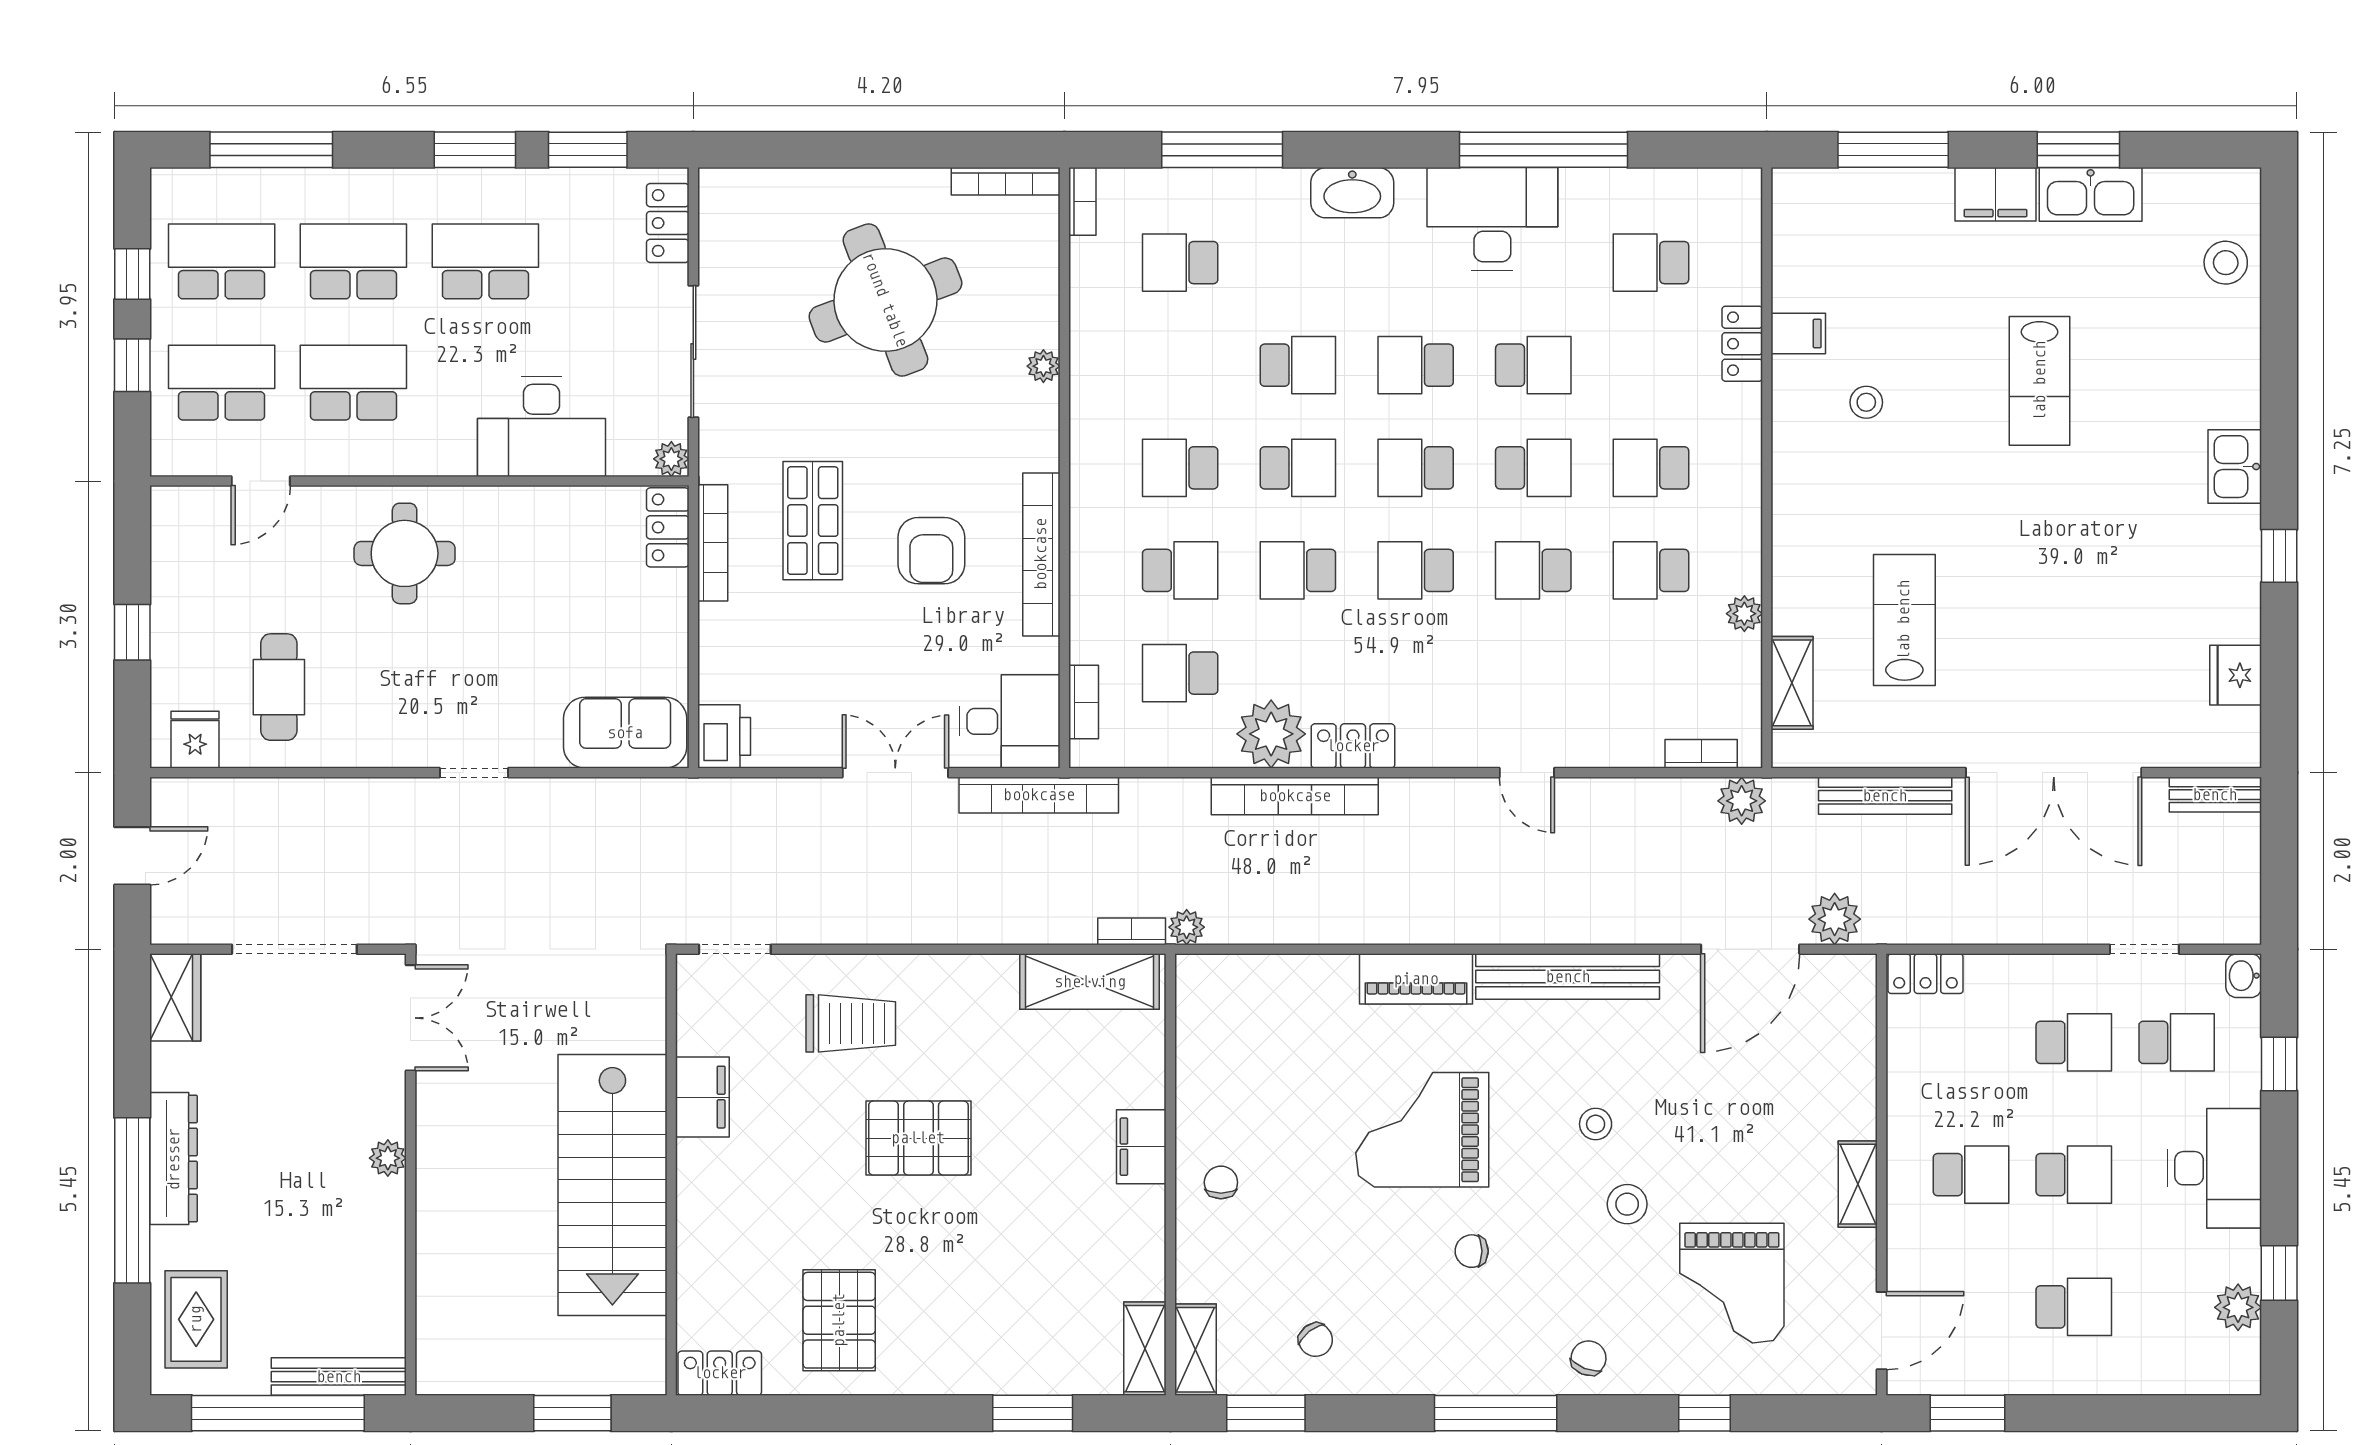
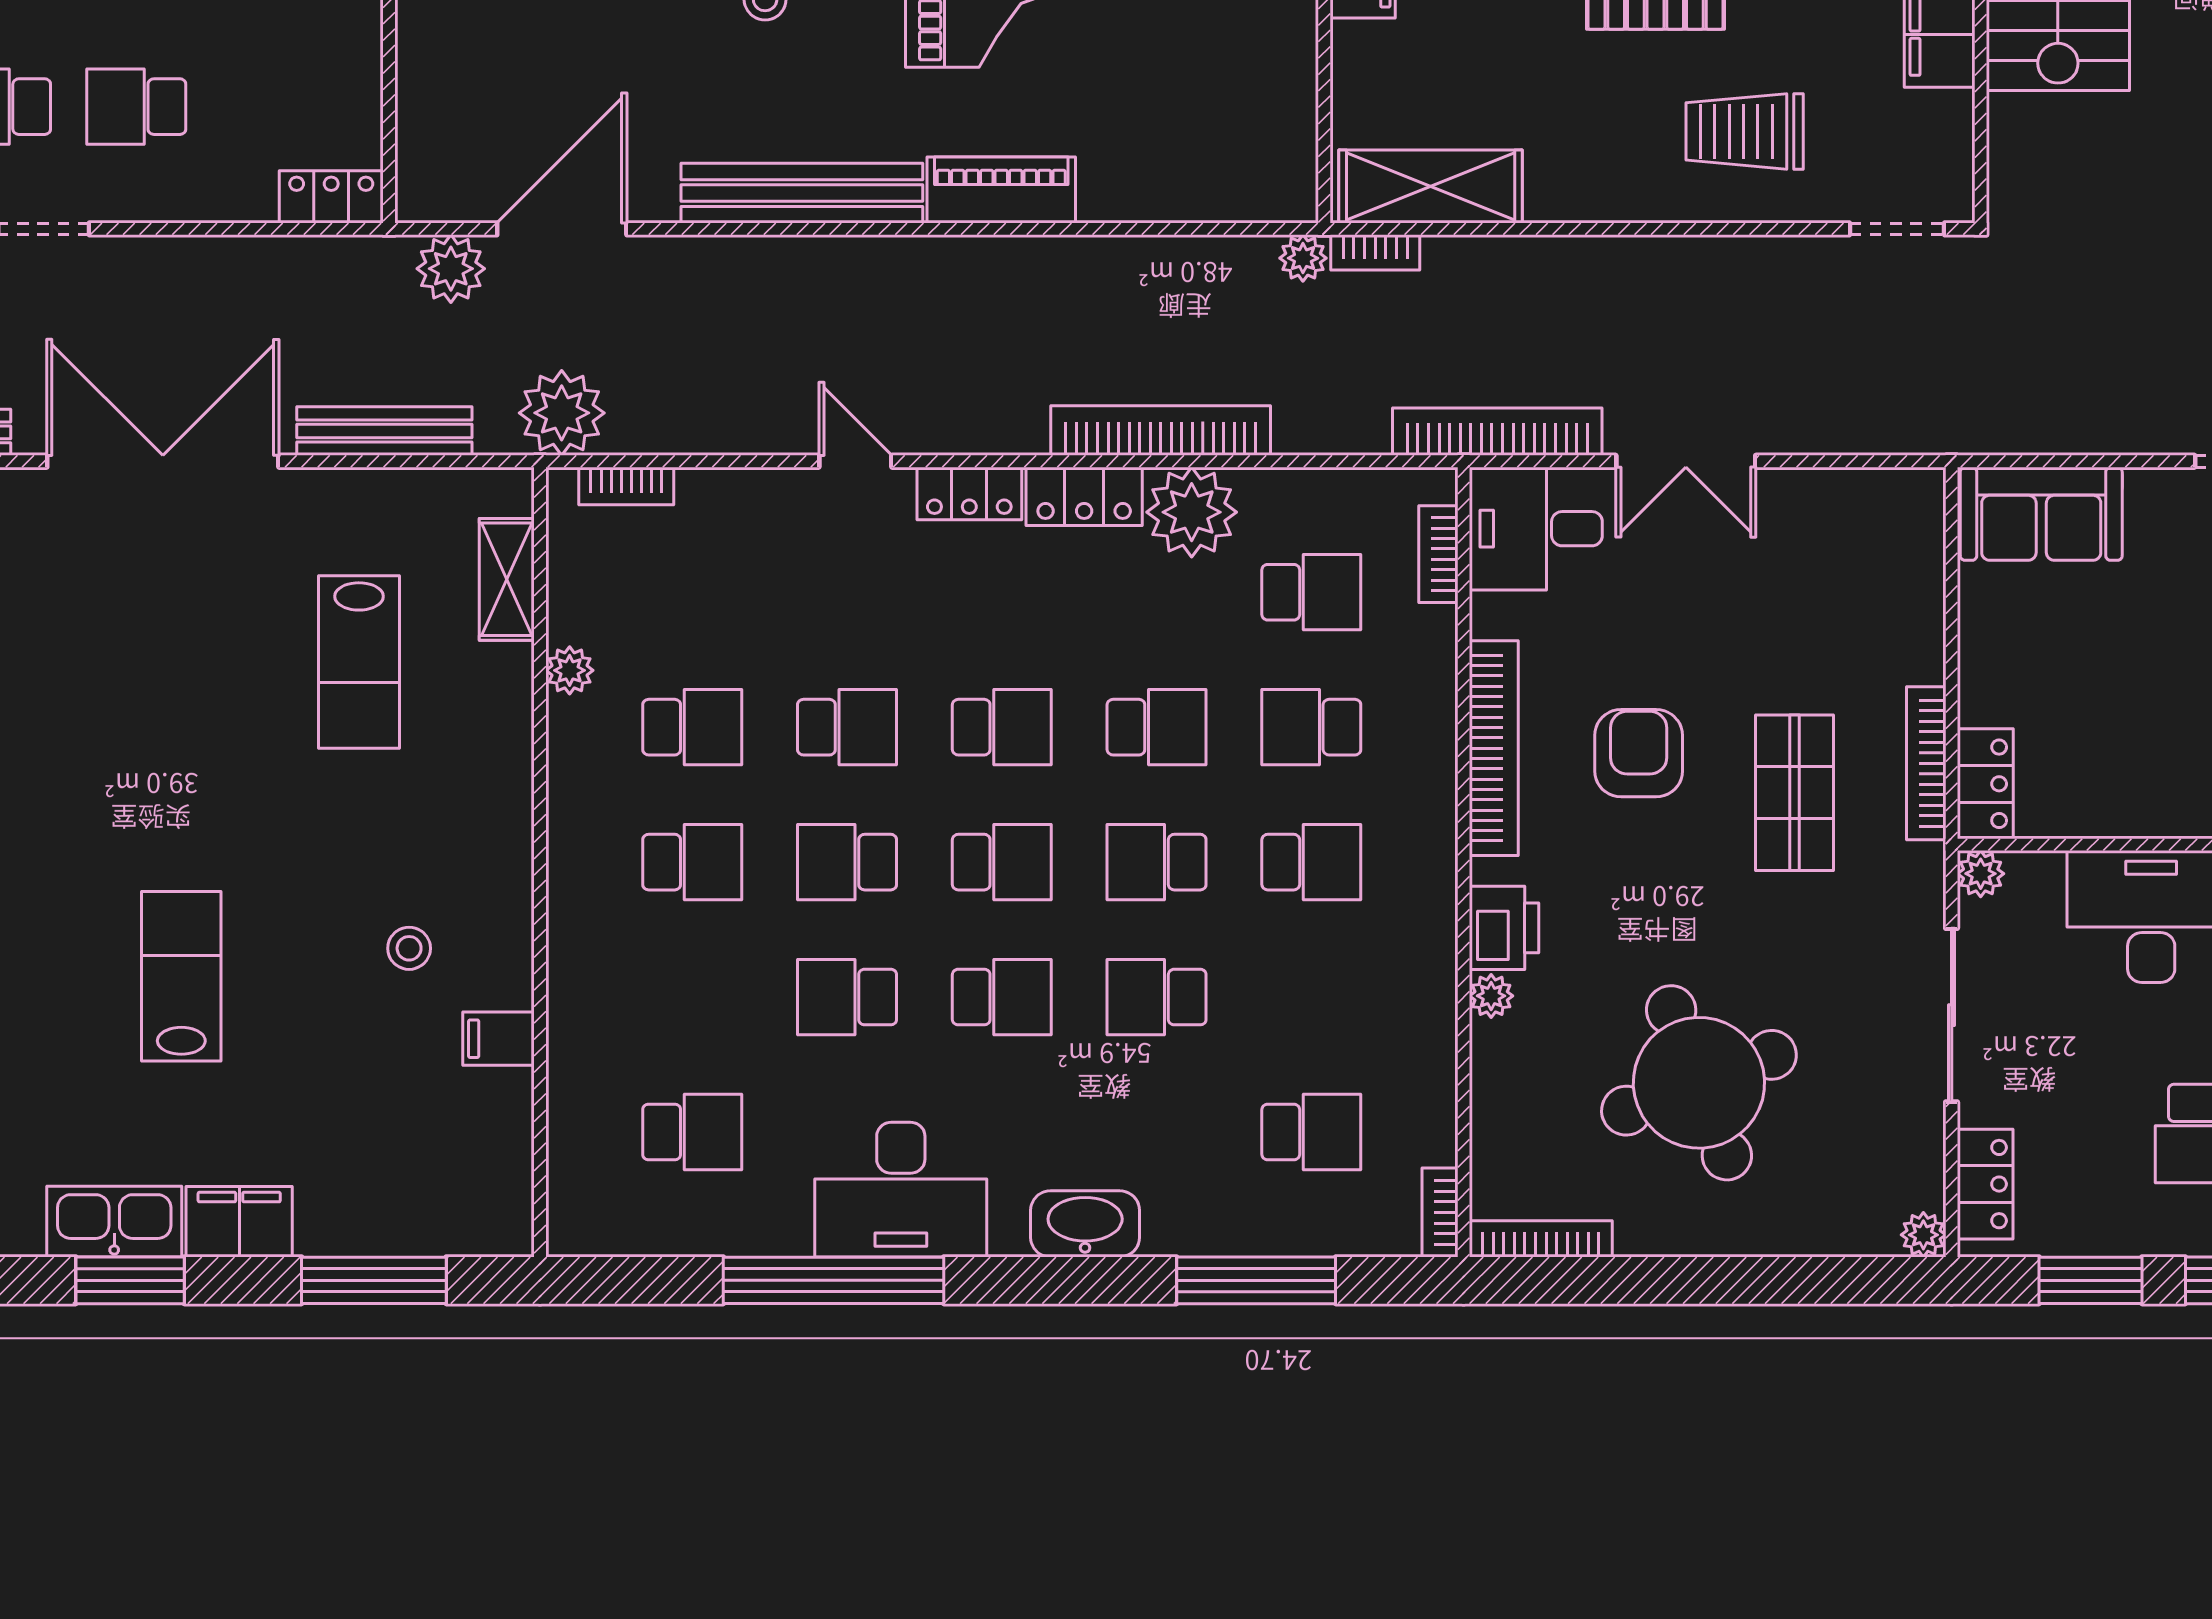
plant: (715, 184) -> (1923, 1235), added
locker: (1742, 344) -> (969, 493), moved, turned 90
printer: (724, 736) -> (1504, 928), moved, turned 180
plant: (1742, 801) -> (562, 413), width x1.36, depth x1.36

